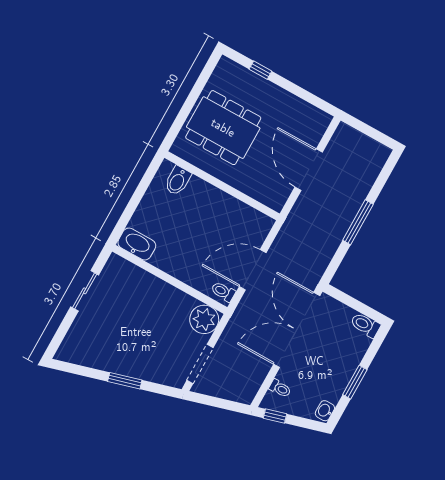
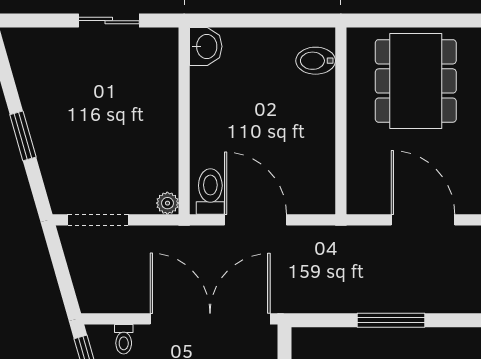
door: (309, 170) -> (423, 220), hinge flipped
washbasin: (137, 244) -> (206, 46), width x0.72
toilet: (223, 292) -> (210, 191), width x1.37, depth x1.39
plant: (204, 319) -> (167, 203), width x0.53, depth x0.53

